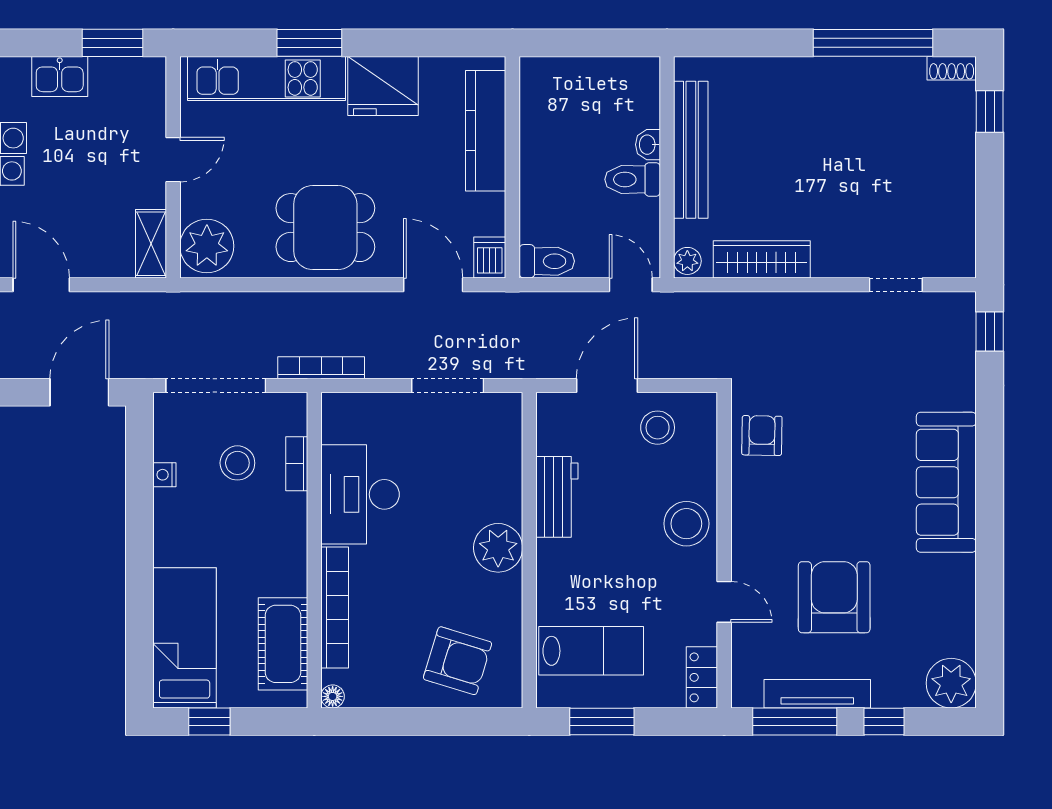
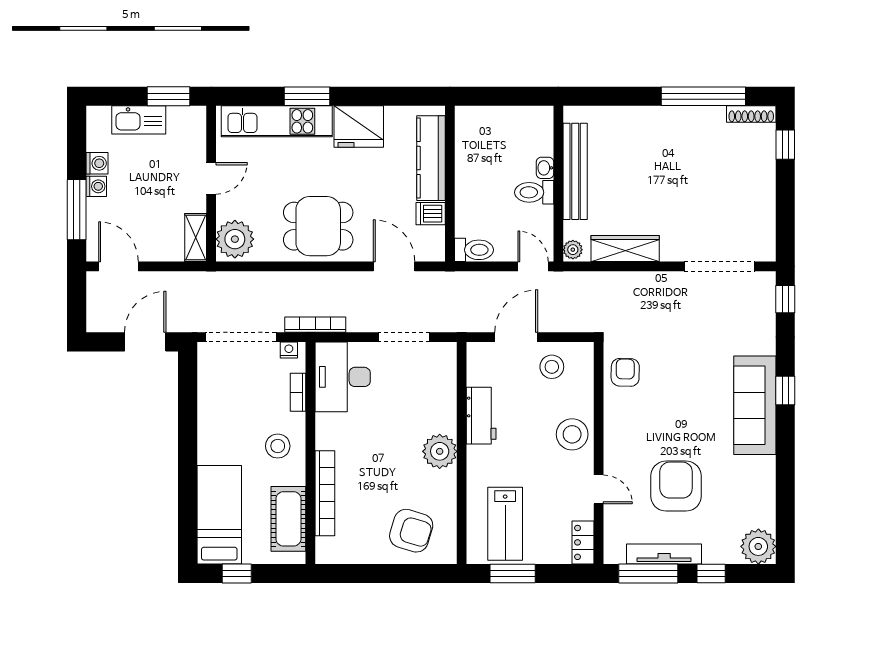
shoe rack: (952, 68) -> (751, 114), width x1.43
kitchen sink: (60, 76) -> (139, 120), width x1.38
dishwasher: (490, 257) -> (431, 214), moved, turned -90
doorway: (896, 285) -> (719, 266), width x1.88
window: (990, 461) -> (785, 391), added
stool: (237, 463) -> (278, 446), moved
nightstand: (164, 475) -> (289, 350), moved, turned 90
desk: (360, 494) -> (343, 377), moved
lab bench: (591, 651) -> (505, 524), turned 90
floor lamp: (333, 696) -> (323, 556), removed

